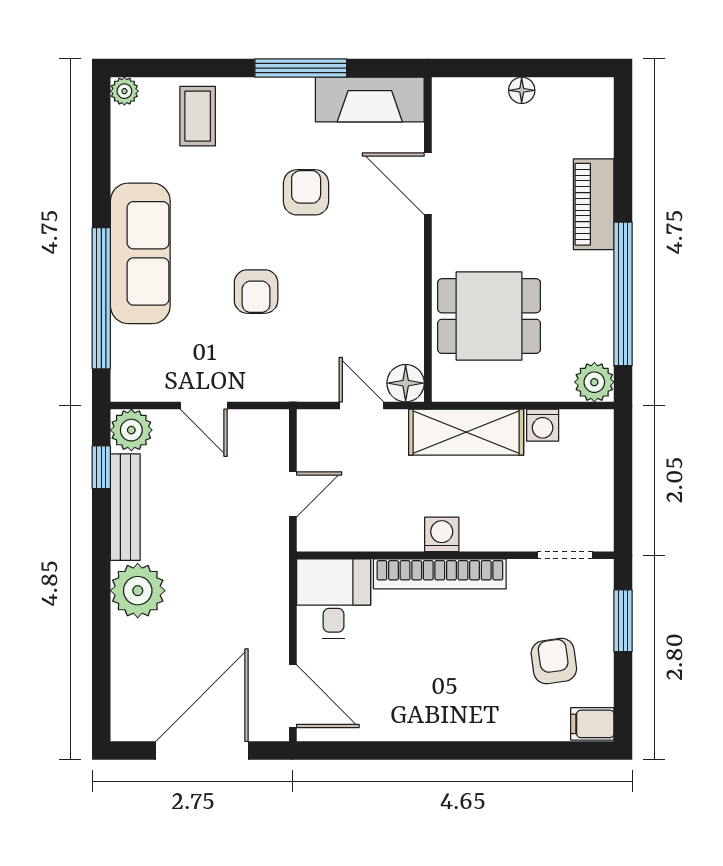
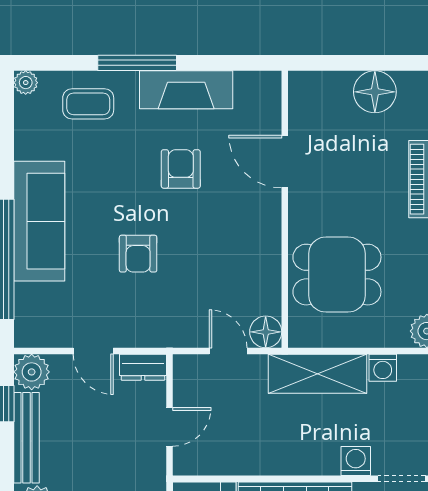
window: (301, 68) -> (137, 63), moved
floor lamp: (522, 90) -> (375, 92), width x1.89, depth x1.89
fireplace: (370, 100) -> (186, 90), moved
coffee table: (198, 116) -> (88, 104), turned 90
dresser: (262, 425) -> (143, 367), added
washing machine: (442, 534) -> (356, 461), moved

